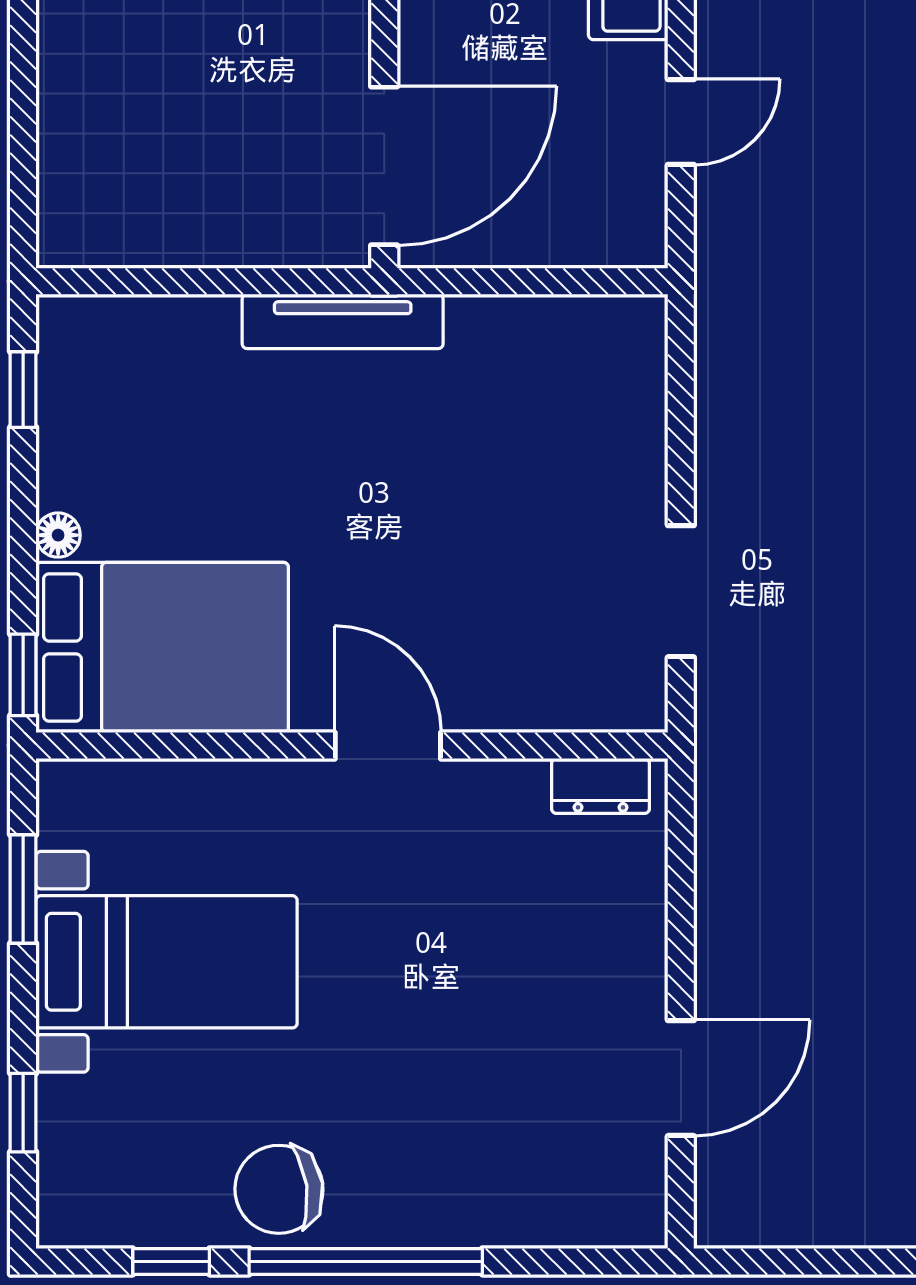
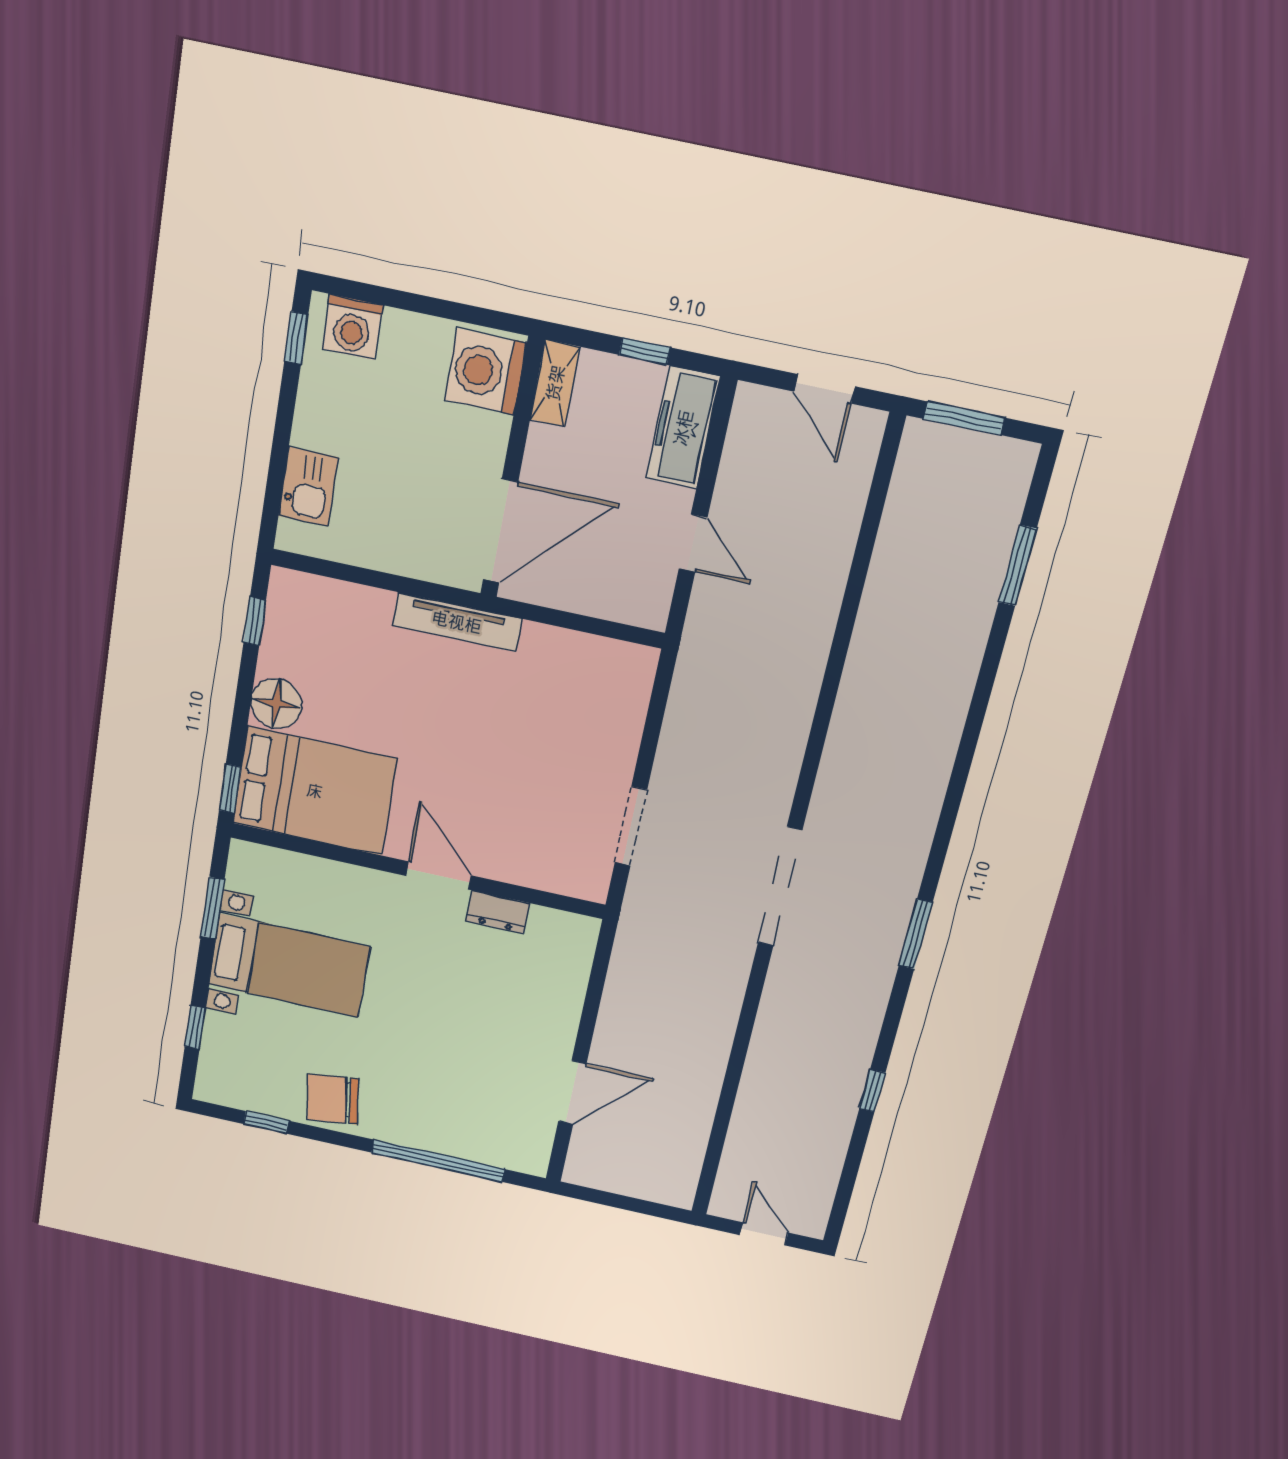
door: (681, 122) -> (693, 543), hinge flipped
kitchen sink: (76, 161) -> (308, 487), added
floor lamp: (58, 535) -> (276, 703), width x1.89, depth x1.89
dresser: (600, 786) -> (498, 912), moved
window: (366, 1261) -> (438, 1161), moved

